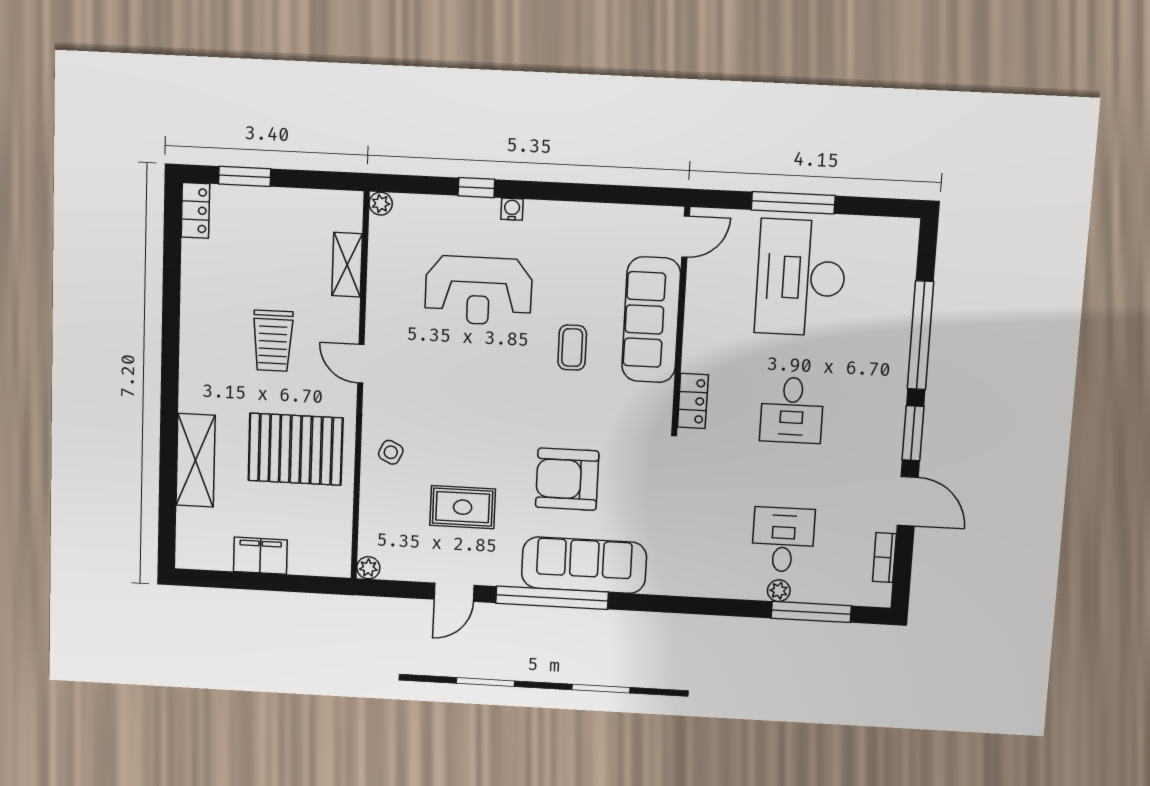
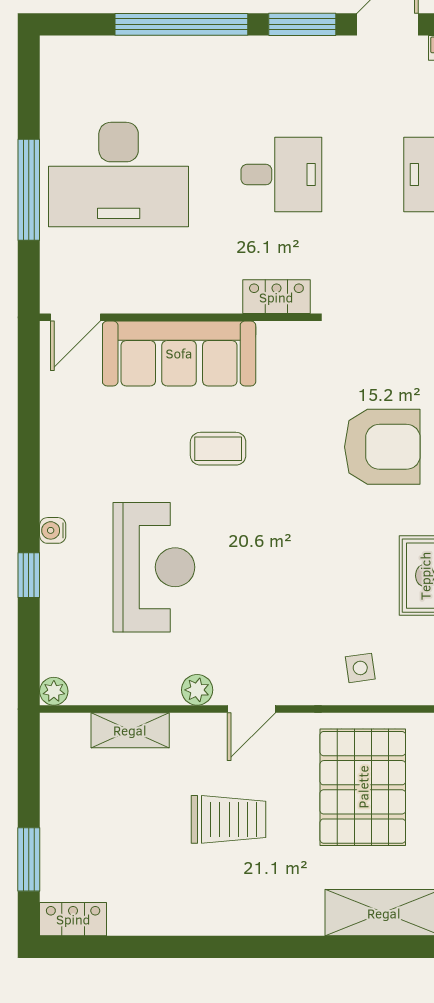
door: (686, 237) -> (76, 317), swing flipped
plant: (378, 321) -> (197, 690), added
side table: (391, 452) -> (360, 668), turned -34
armchair: (567, 479) -> (382, 447), turned -90

